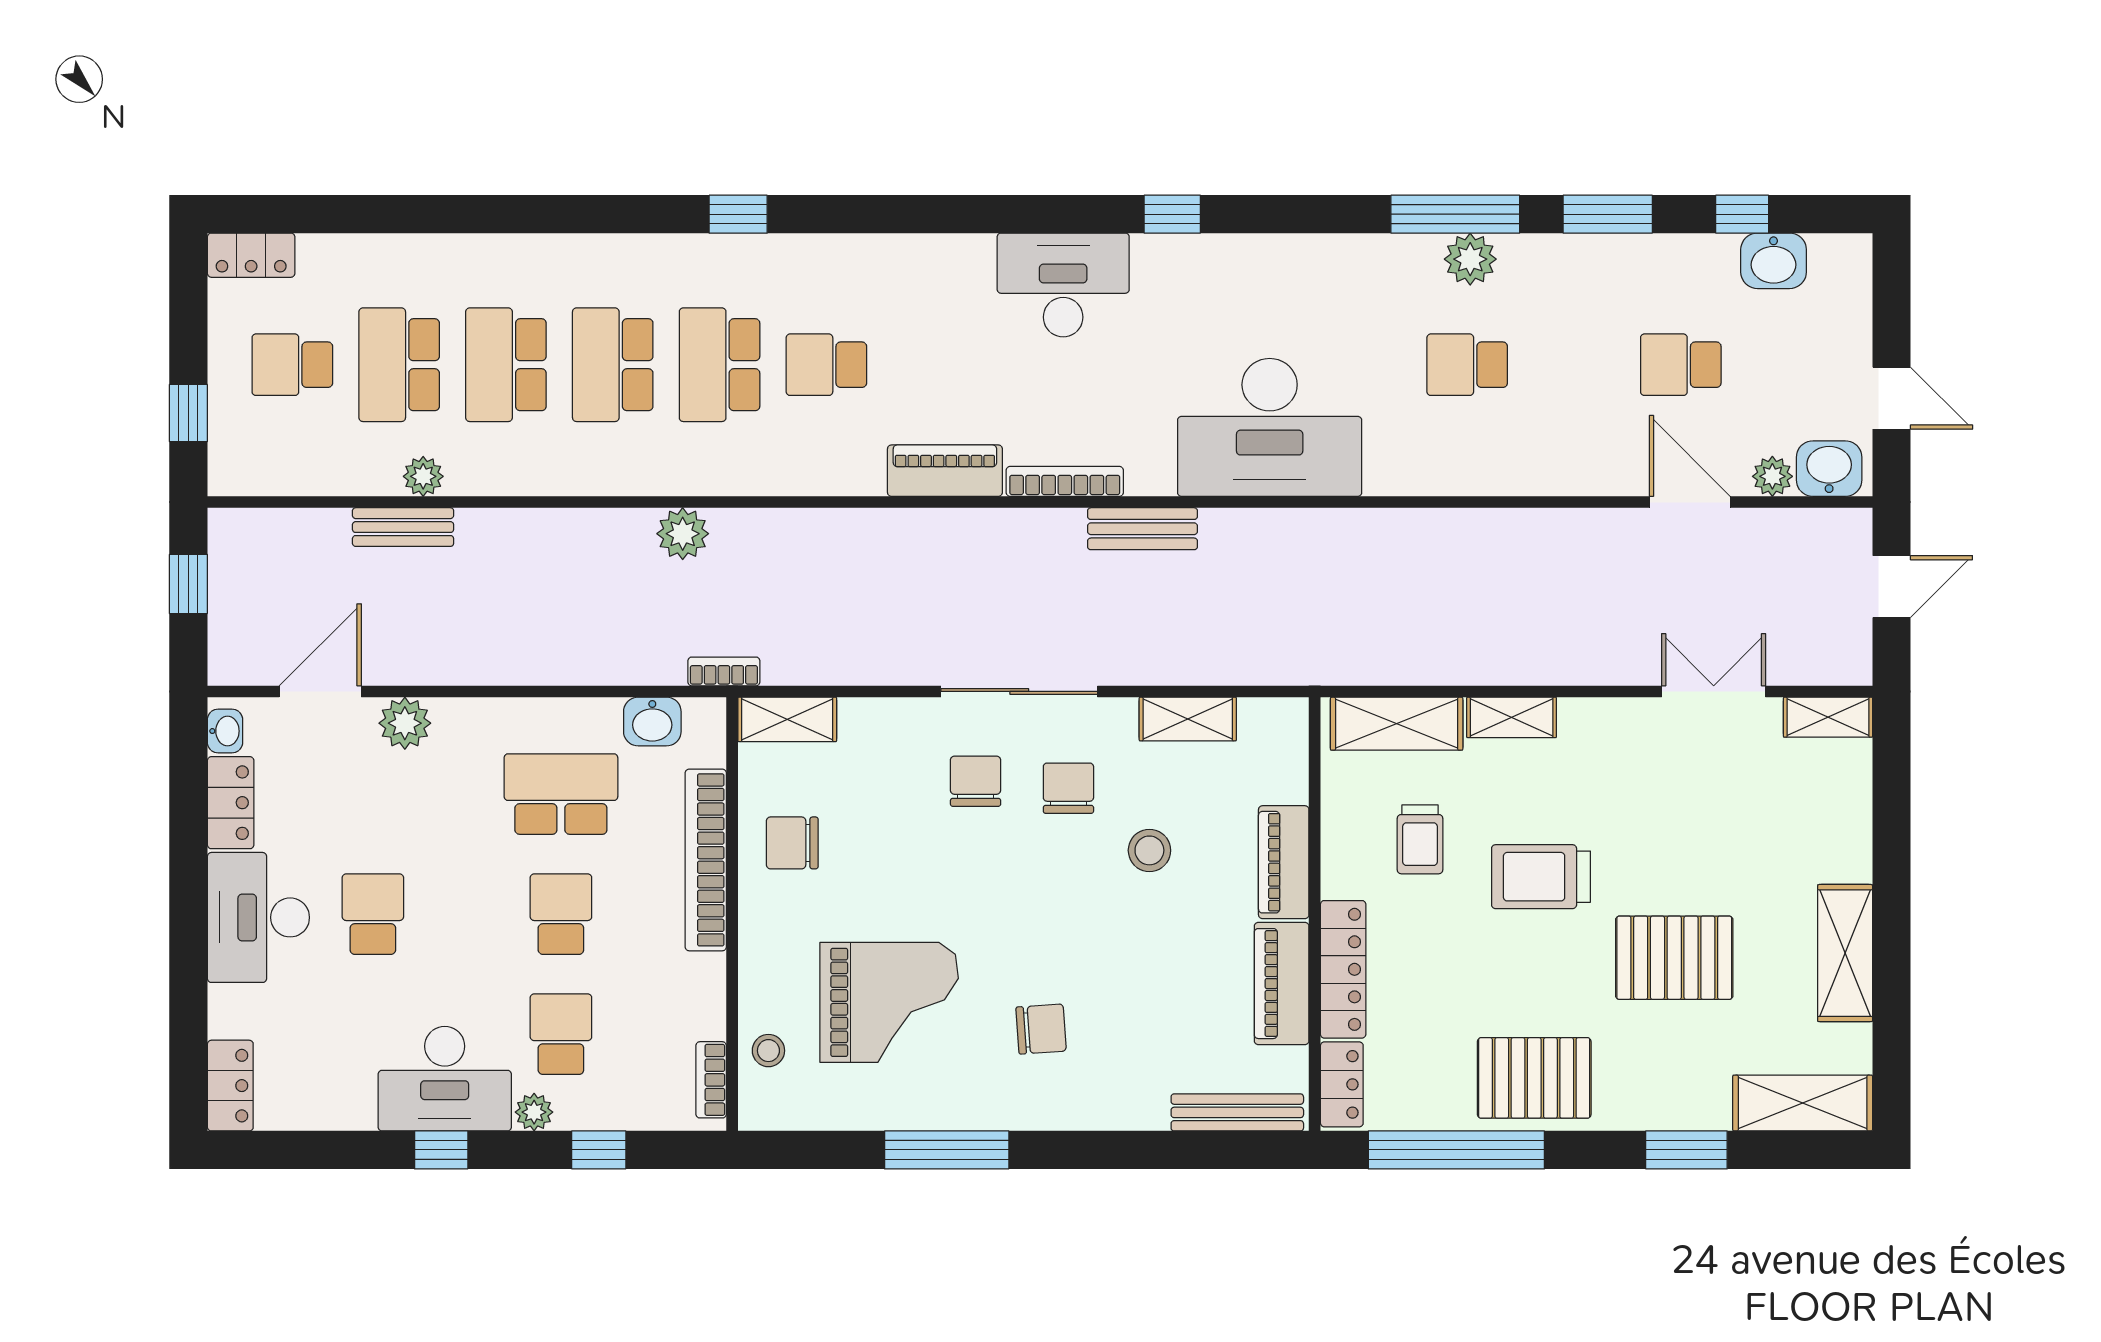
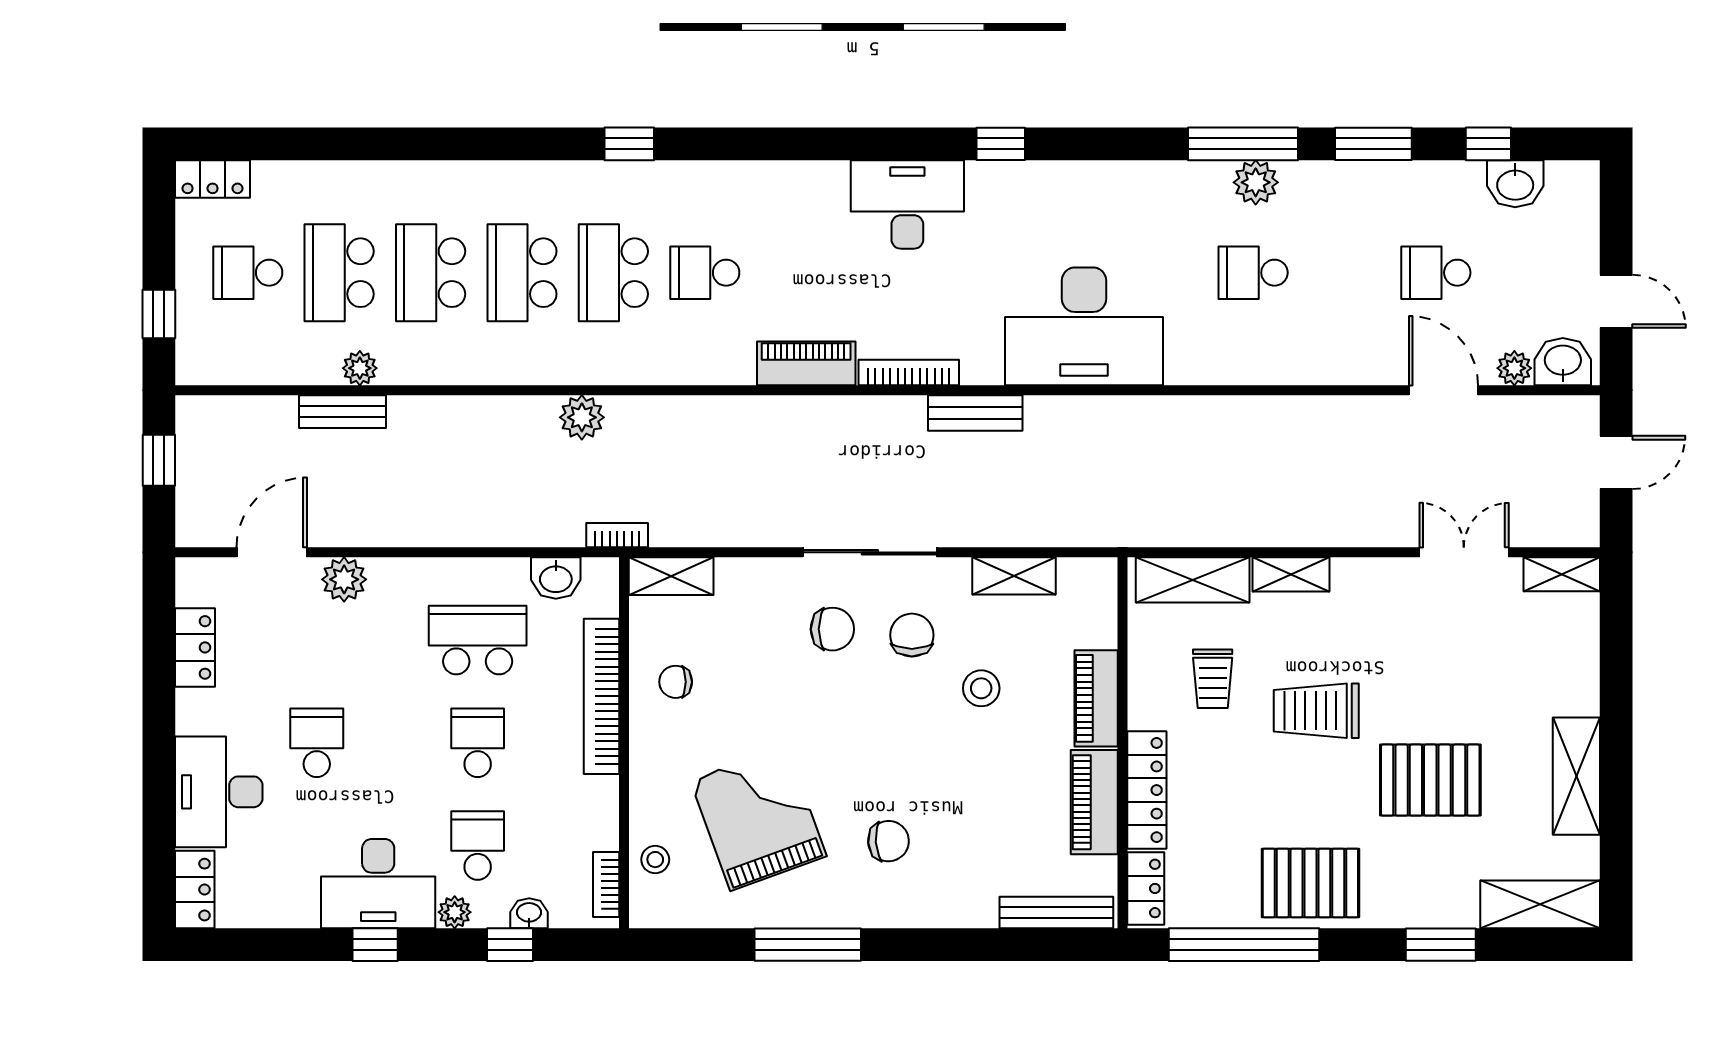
washbasin: (225, 731) -> (529, 913), moved, turned -90
chair: (976, 781) -> (832, 629), turned 90
chair: (792, 843) -> (676, 682), width x0.73, depth x0.73
desk: (258, 917) -> (219, 792), moved
grand piano: (889, 1002) -> (758, 818), turned -110

